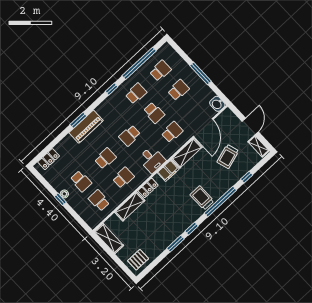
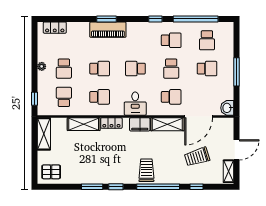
school desk: (160, 71) -> (207, 40), turned 90
window: (60, 199) -> (34, 99), moved

